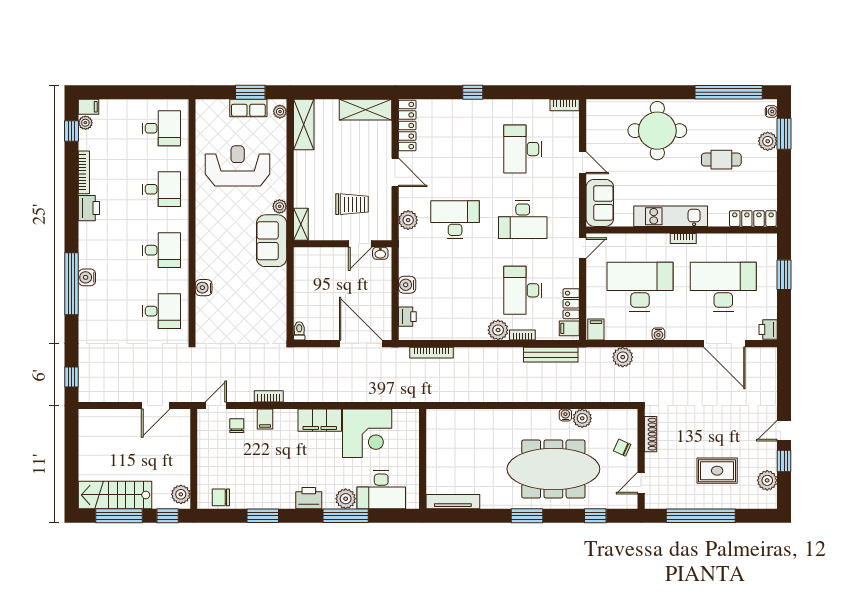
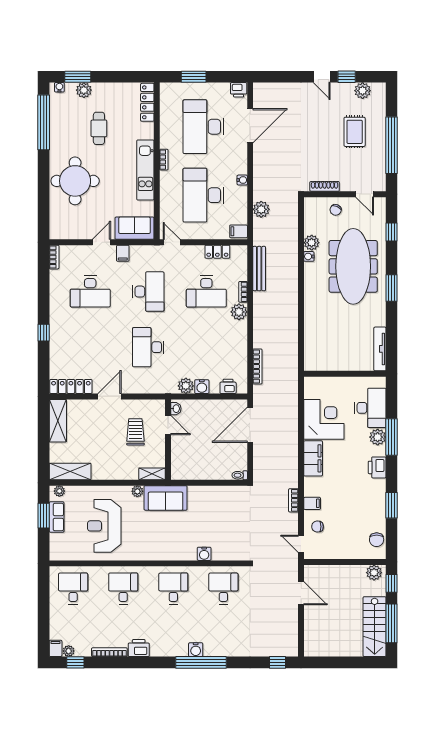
plant: (408, 220) -> (186, 386), moved
filing cabinet: (569, 328) -> (123, 253), moved

